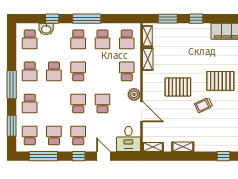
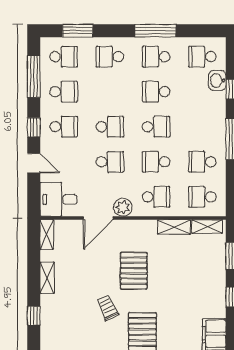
school desk: (78, 39) -> (156, 162), moved
window: (12, 85) -> (156, 31), moved
door: (104, 156) -> (34, 163), hinge flipped
window: (224, 156) -> (34, 316), moved

